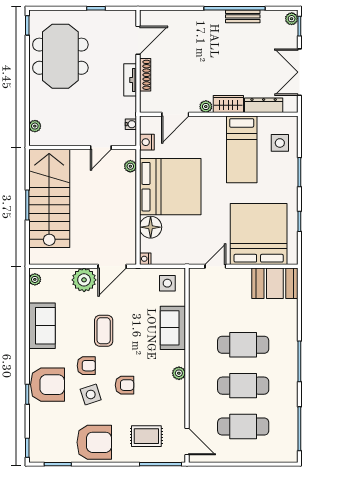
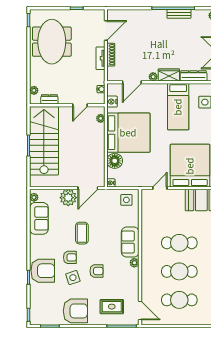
dresser: (57, 139) -> (49, 99), added
sofa: (42, 326) -> (39, 218), moved
sofa: (173, 328) -> (130, 242), moved

